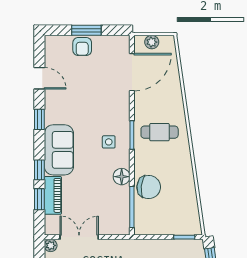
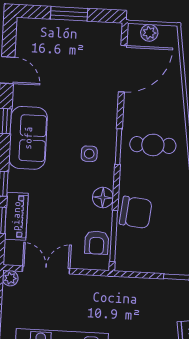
armchair: (82, 47) -> (97, 243), moved
sofa: (59, 150) -> (28, 138), moved

